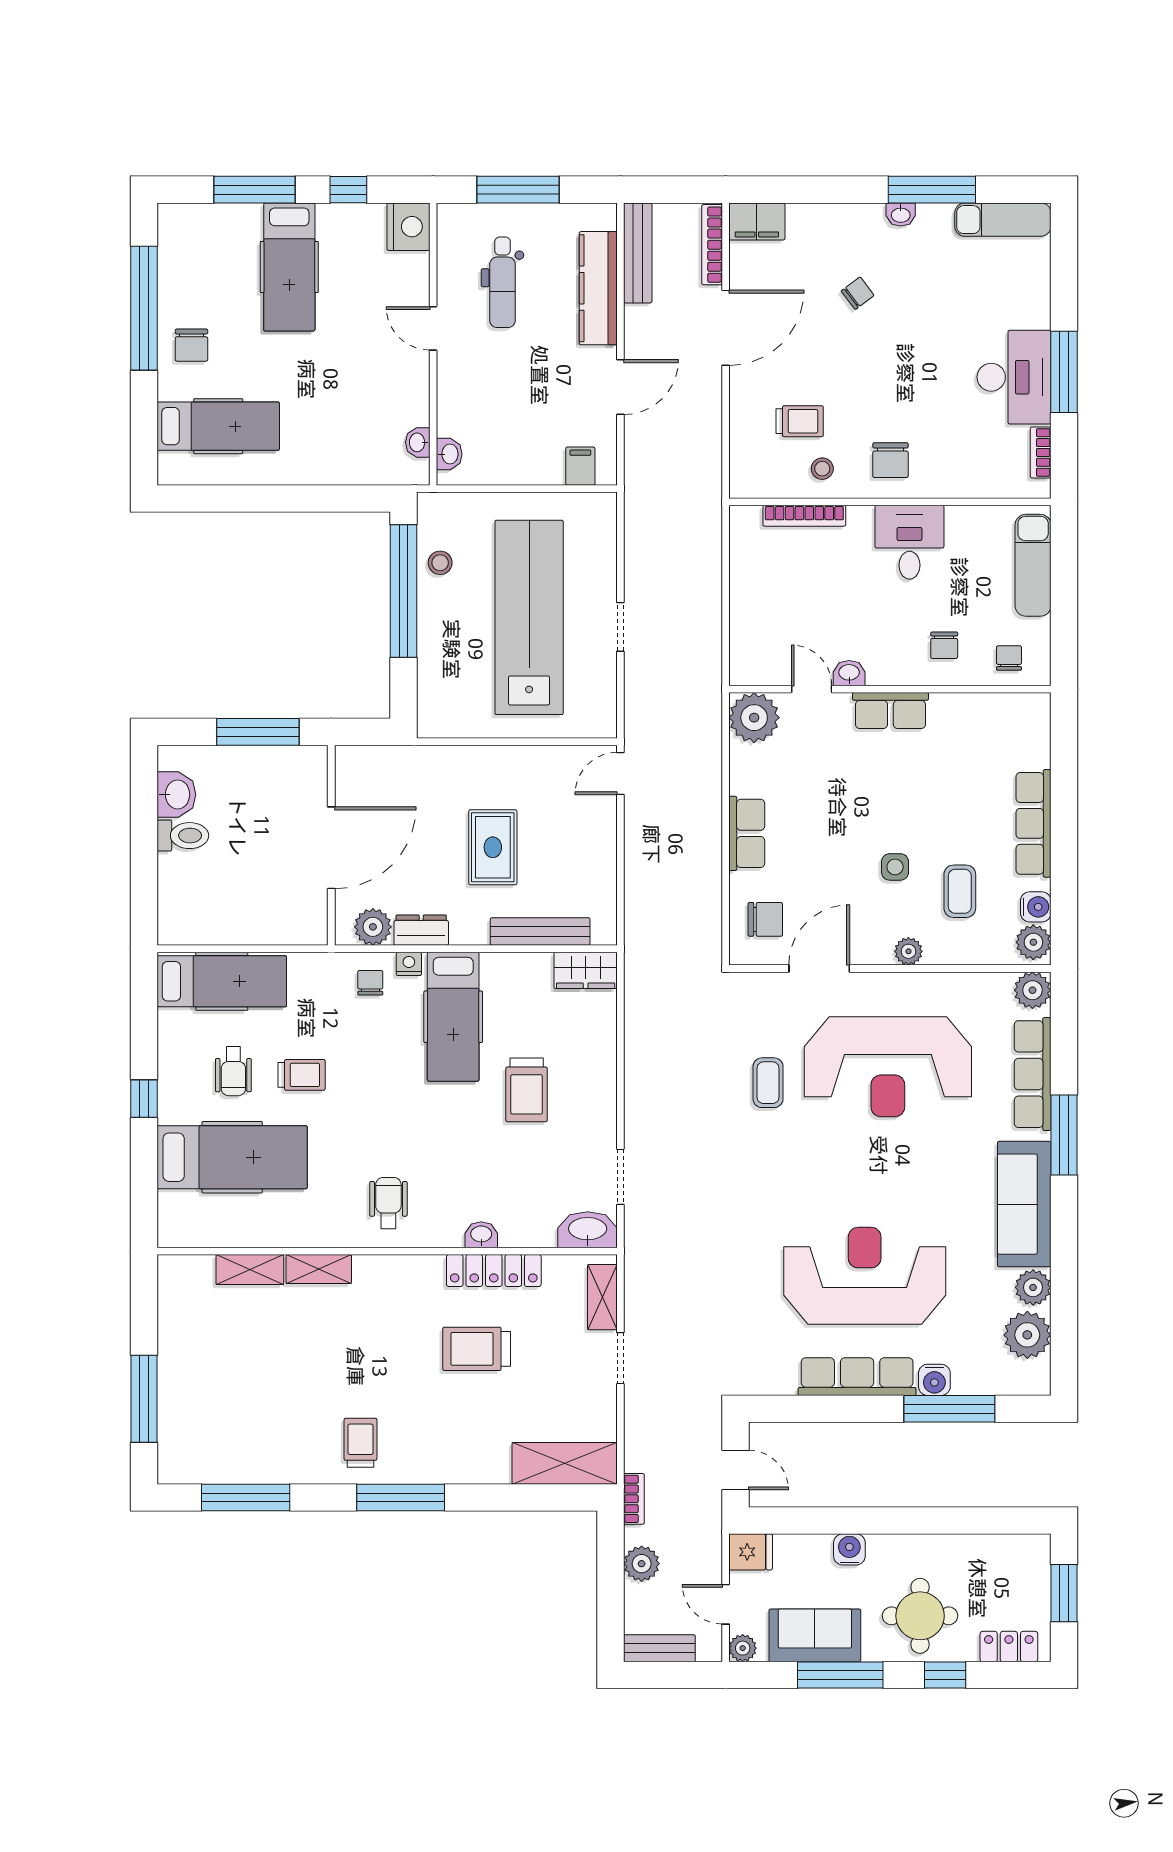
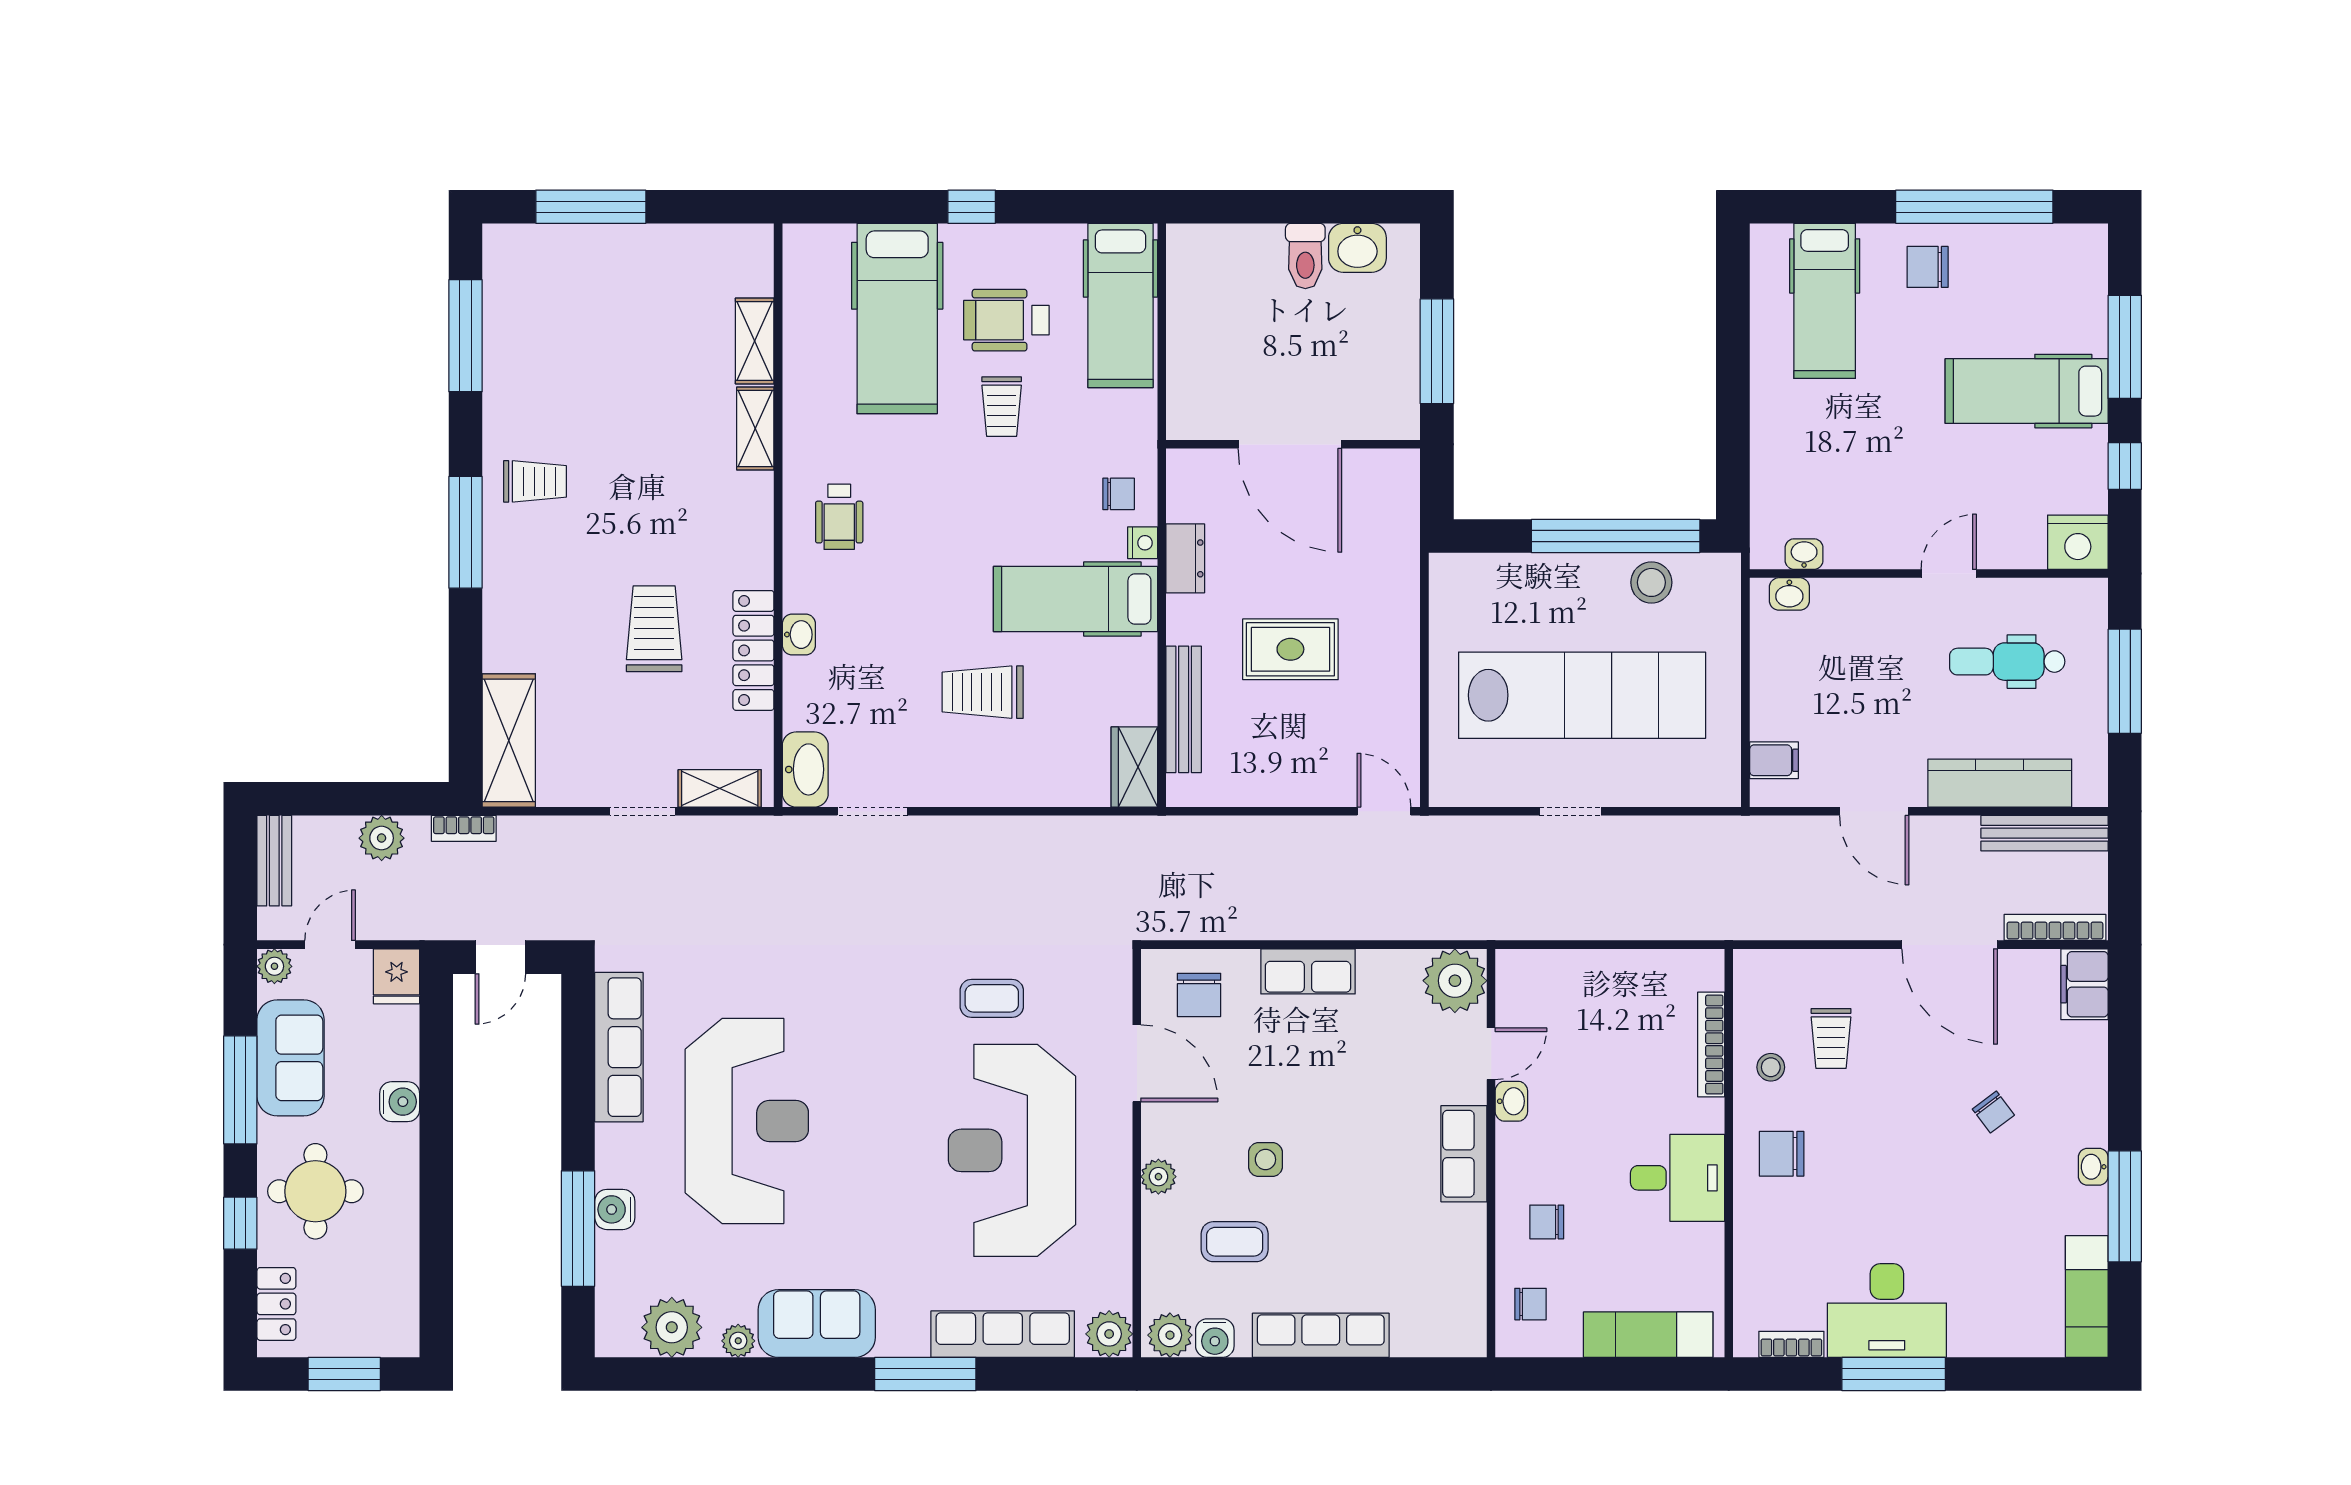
stool: (440, 563) -> (1651, 582), width x1.37, depth x1.37
plant: (373, 927) -> (1189, 497), removed
wheelchair: (233, 1071) -> (1006, 320), width x1.36, depth x1.37
wheelchair: (388, 1203) -> (839, 517), turned 90
sofa: (1024, 1204) -> (817, 1323), width x0.73
plant: (1033, 1287) -> (738, 1341), width x0.73, depth x0.73
row of seats: (857, 1377) -> (619, 1047), moved

